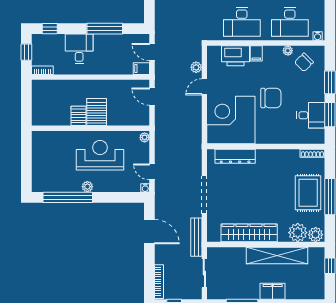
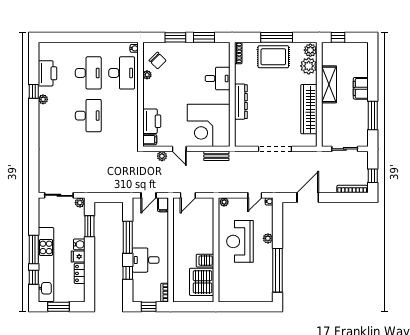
desk: (242, 22) -> (122, 116), removed
window: (50, 29) -> (128, 273), moved
filing cabinet: (256, 53) -> (150, 140), moved
chair: (271, 98) -> (189, 90), removed
server rack: (97, 112) -> (202, 282), moved, width x1.60
desk: (311, 115) -> (218, 79), moved, turned 90
dresser: (235, 156) -> (241, 102), moved
plant: (87, 187) -> (268, 238), moved
bench: (196, 237) -> (216, 156), moved, width x0.73
shelving: (277, 256) -> (329, 84), width x0.68

